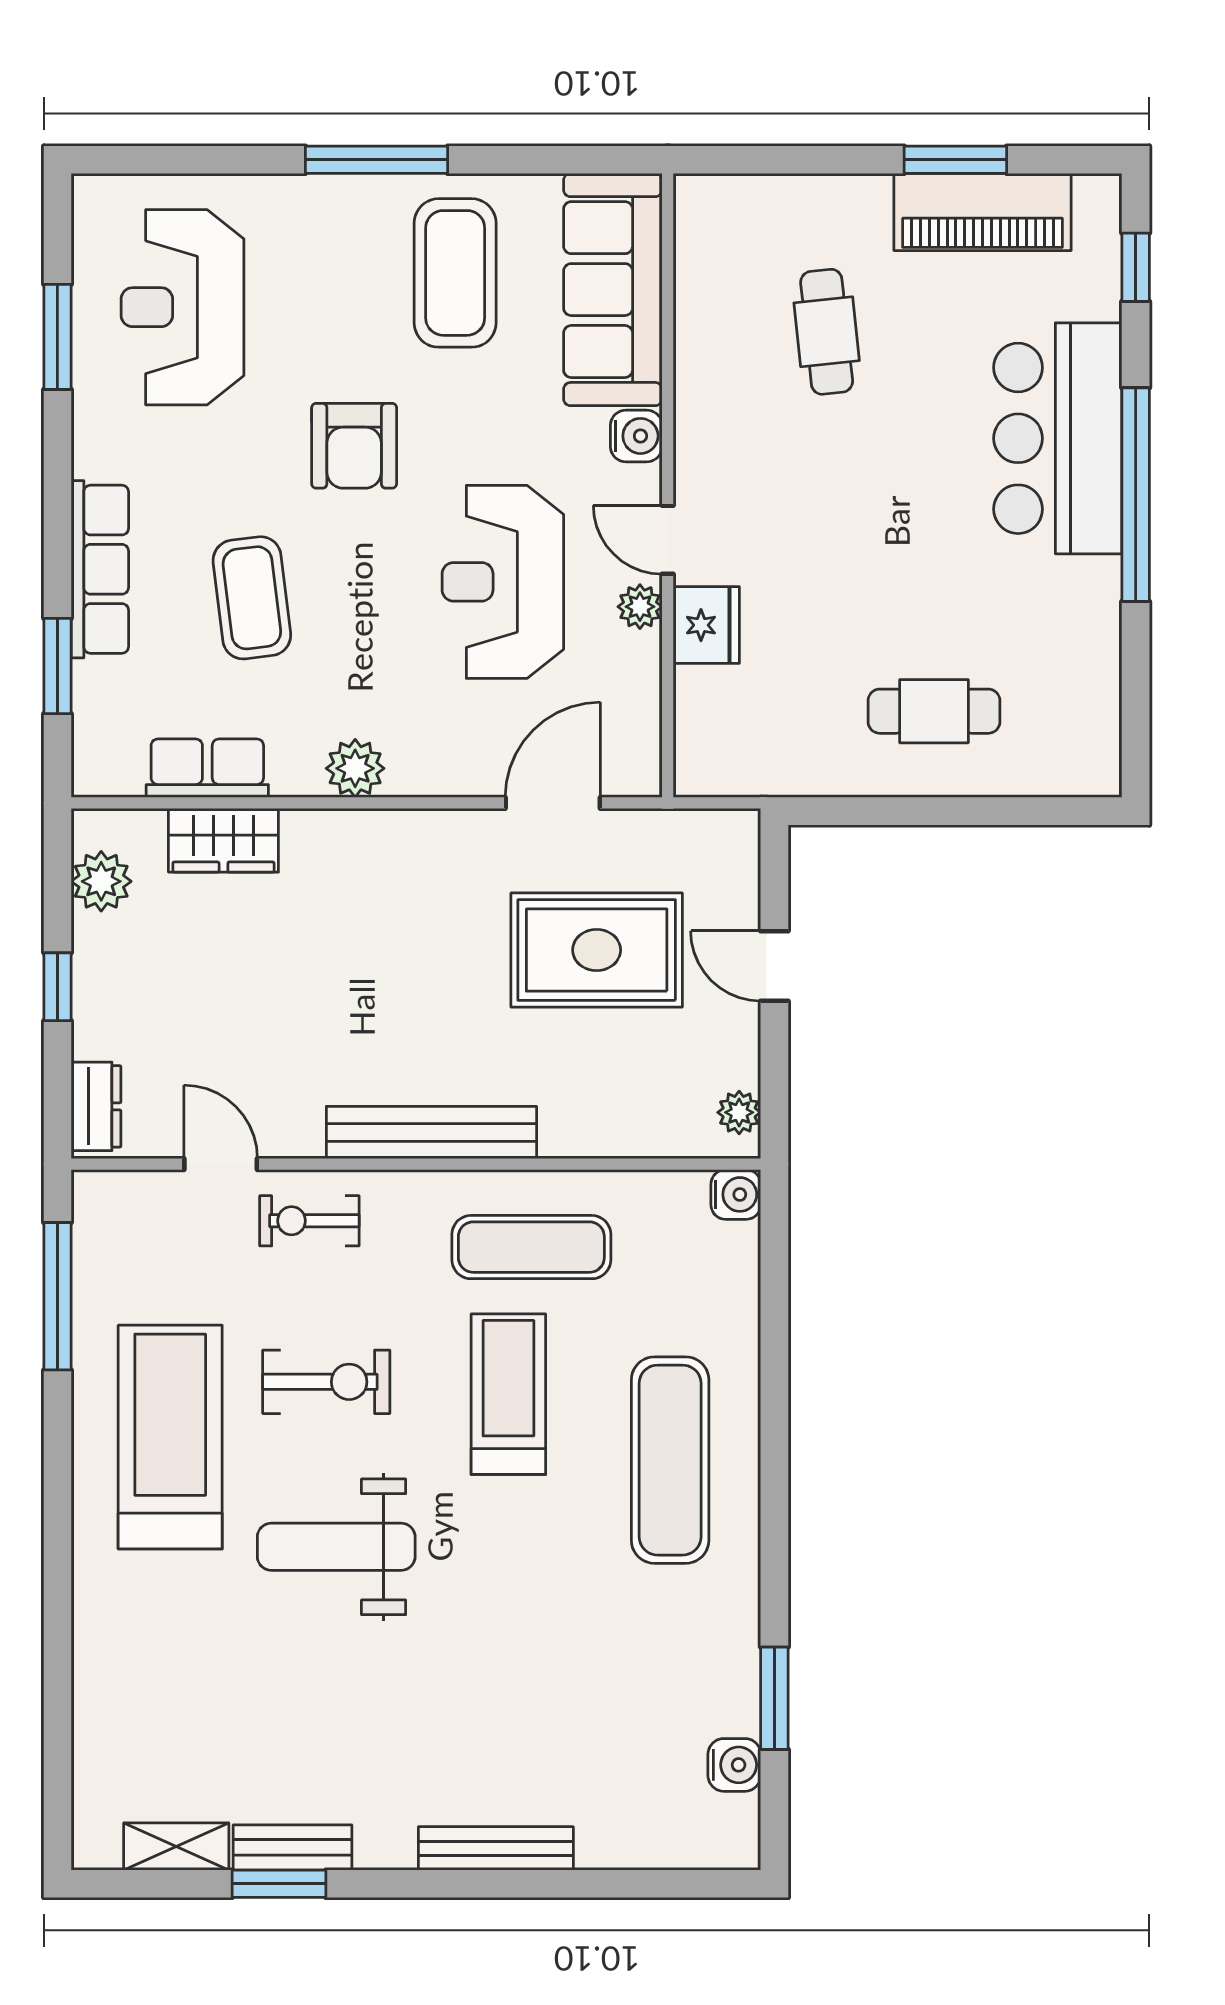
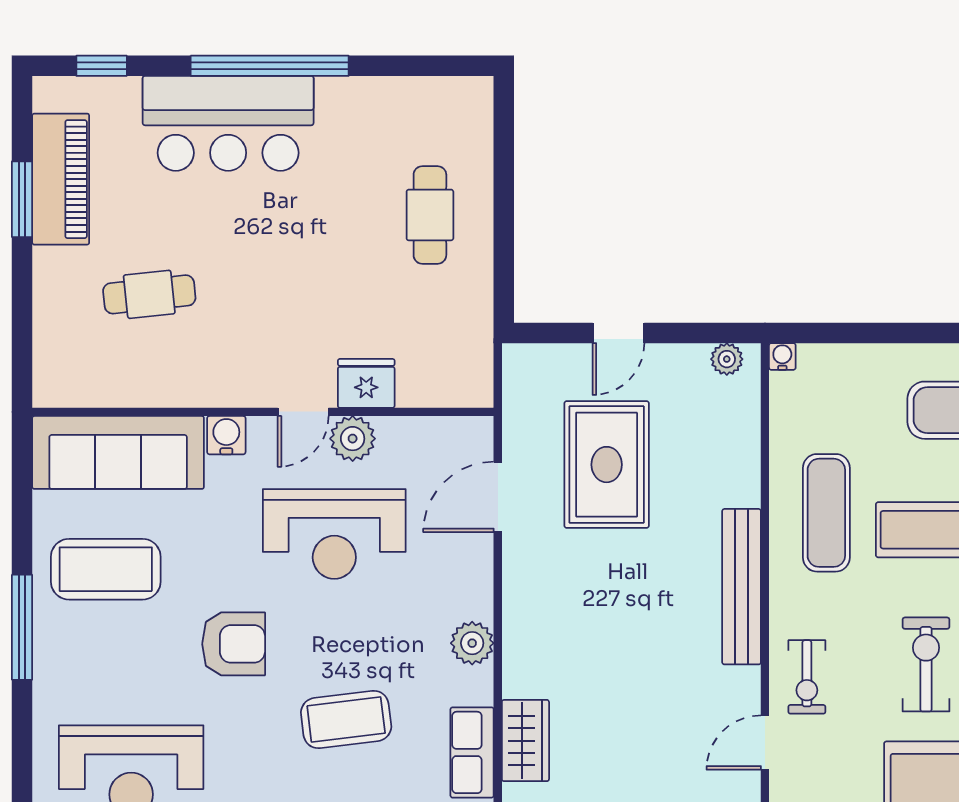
plant: (640, 607) -> (353, 439), width x1.38, depth x1.38
door: (553, 803) -> (498, 497), hinge flipped
water cooler: (736, 1194) -> (782, 356), width x0.72, depth x0.72

